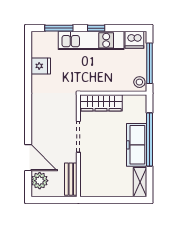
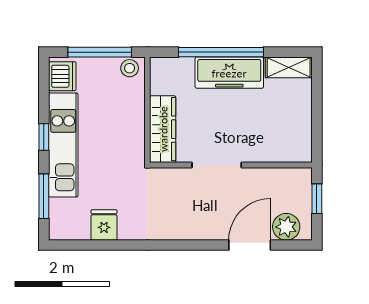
bench: (71, 179) -> (284, 177), removed
window: (57, 200) -> (317, 199), added

